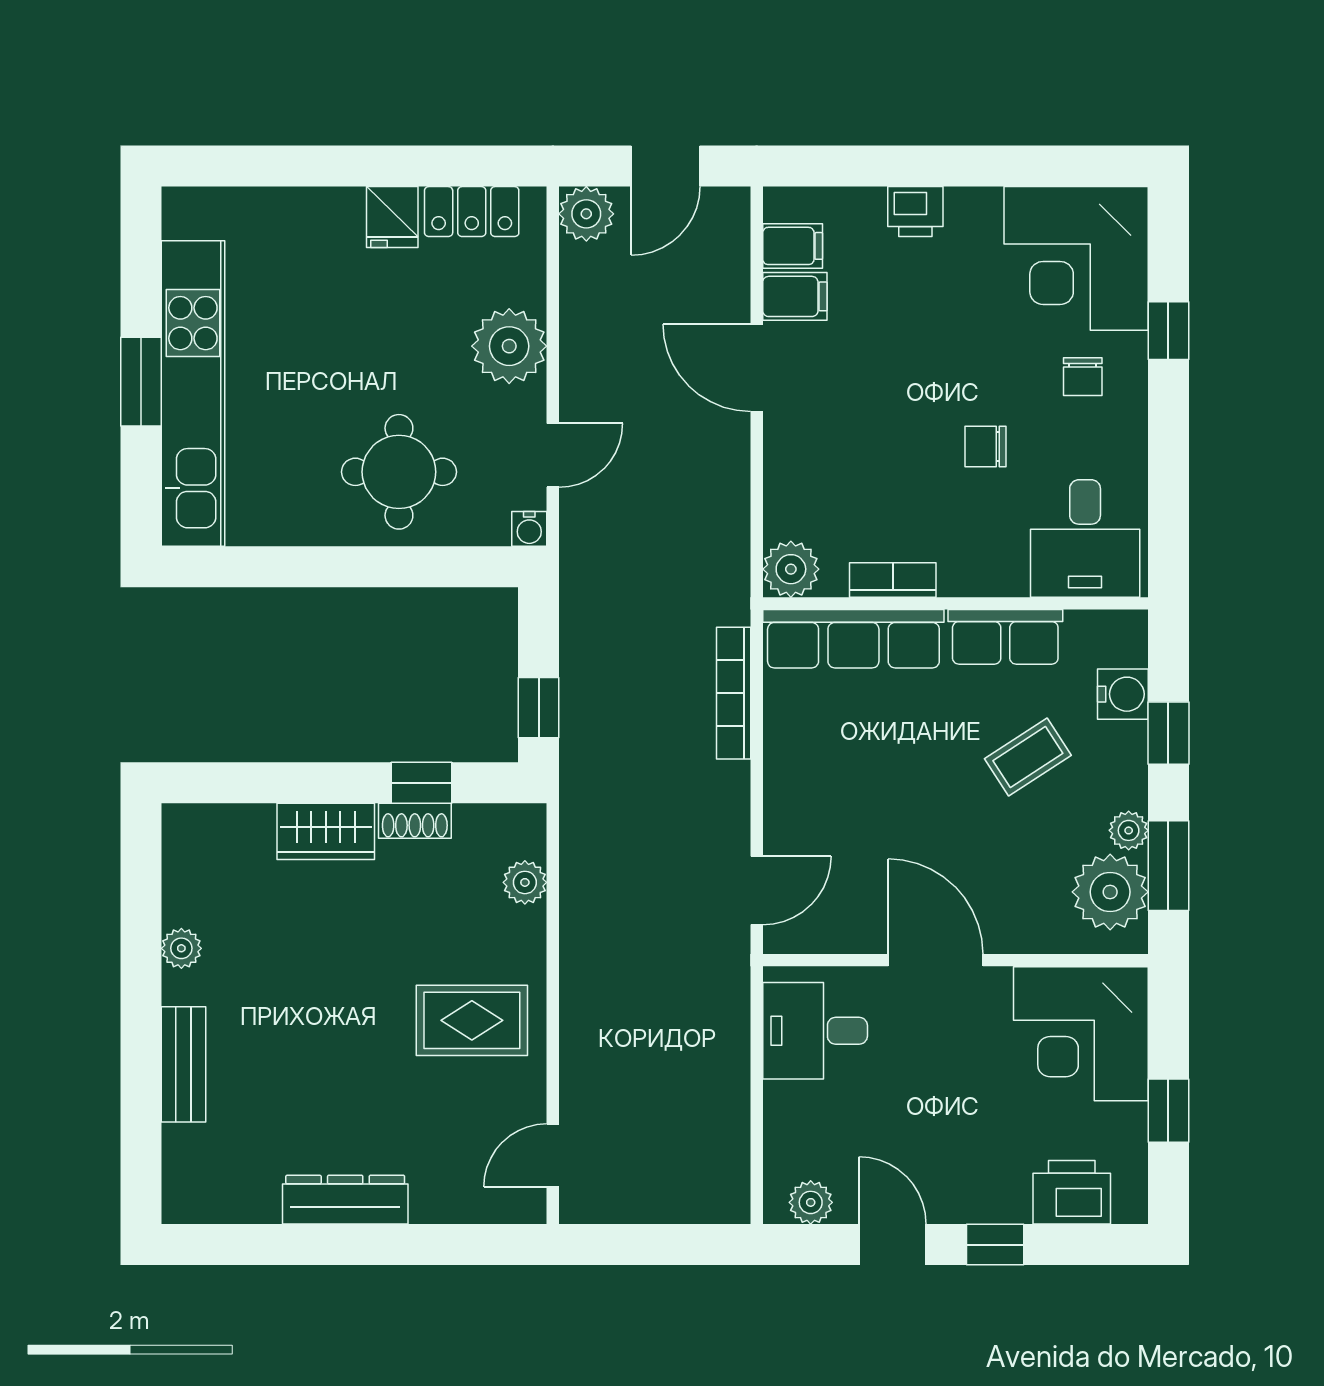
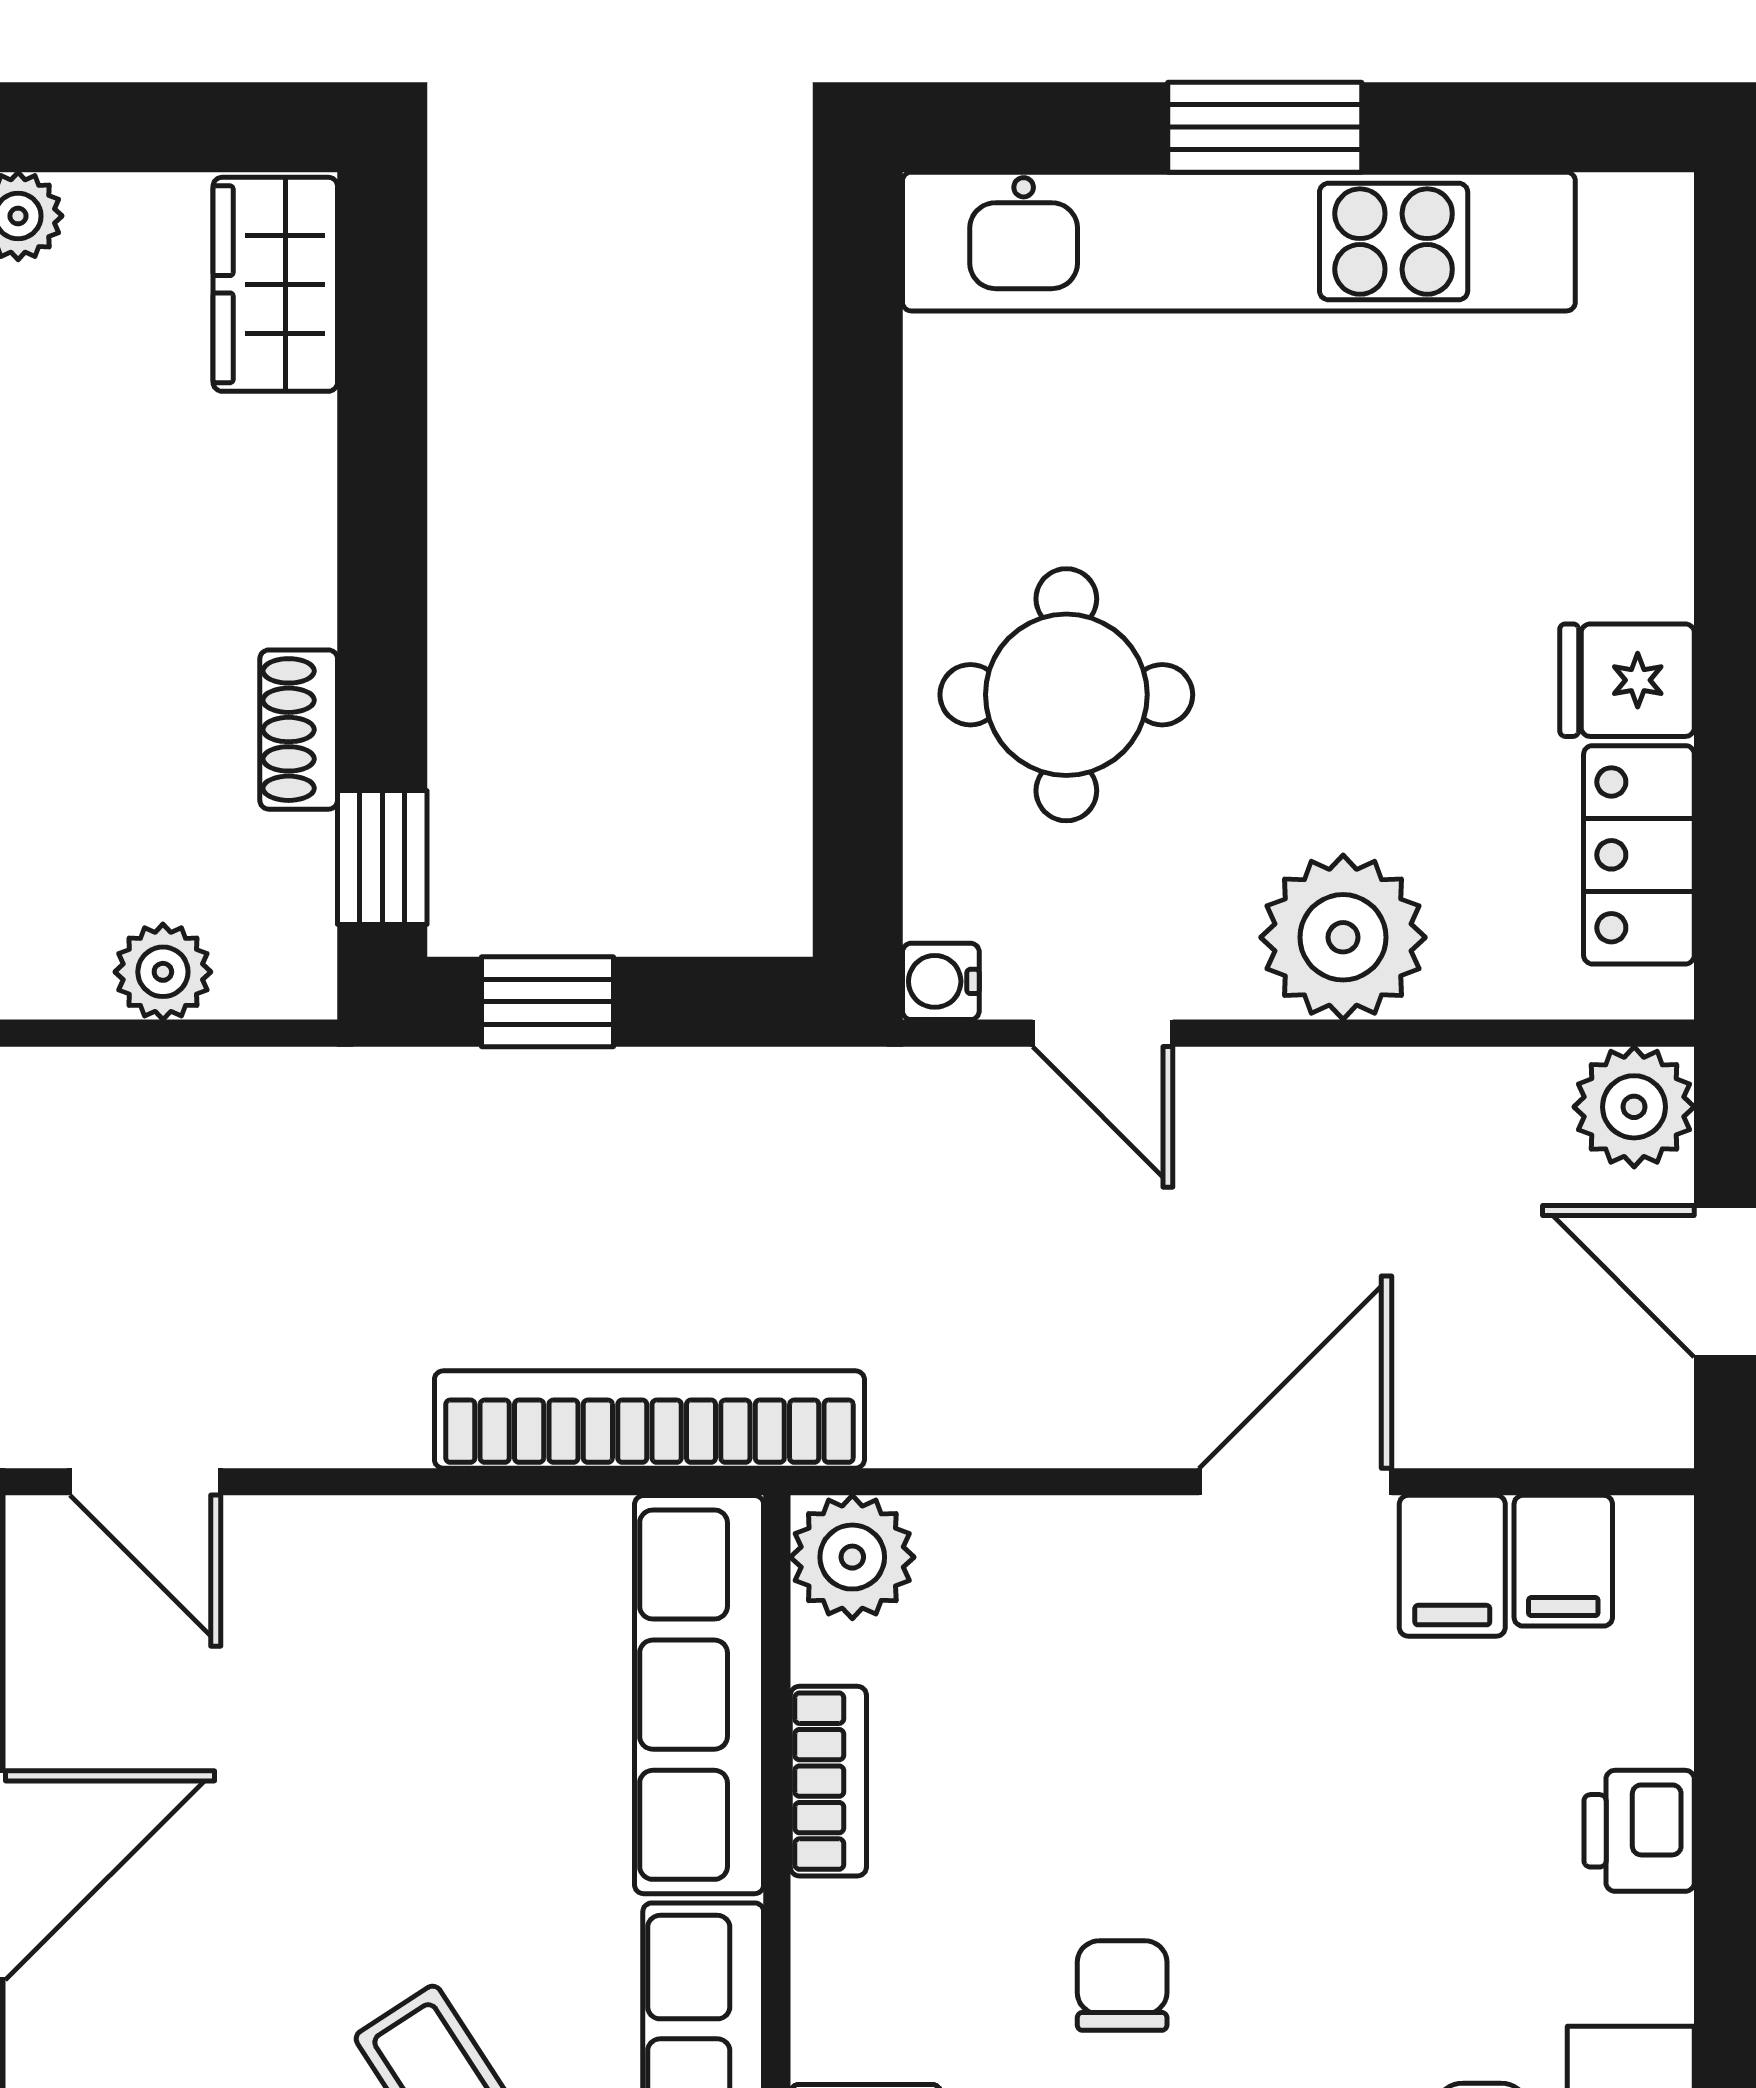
bookcase: (734, 693) -> (649, 1419), width x1.48, depth x1.31
window: (421, 783) -> (382, 858), moved
wardrobe: (326, 831) -> (275, 284), moved

